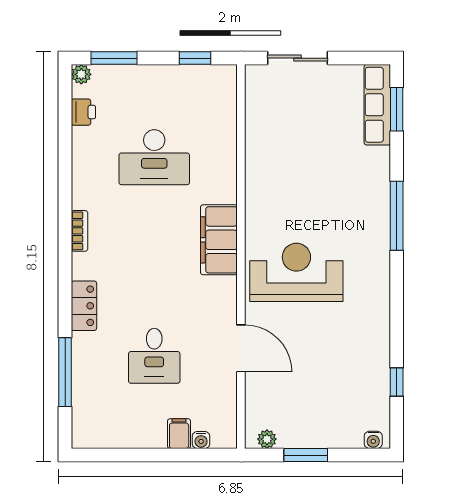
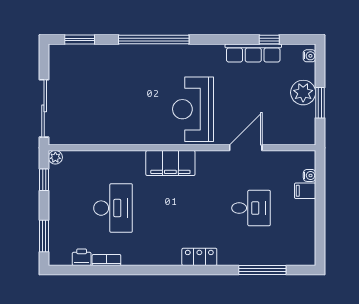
sliding door: (298, 58) -> (44, 108), width x1.37
plant: (81, 74) -> (55, 157), moved
row of seats: (377, 105) -> (253, 53), moved
window: (397, 216) -> (154, 40), width x1.46
bookcase: (79, 231) -> (106, 260), moved
locker: (84, 306) -> (199, 257), moved
plant: (267, 439) -> (303, 93), moved, width x1.88, depth x1.88

